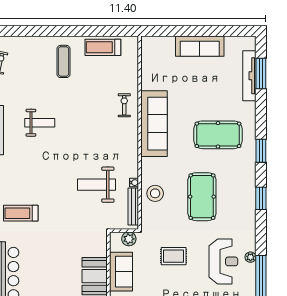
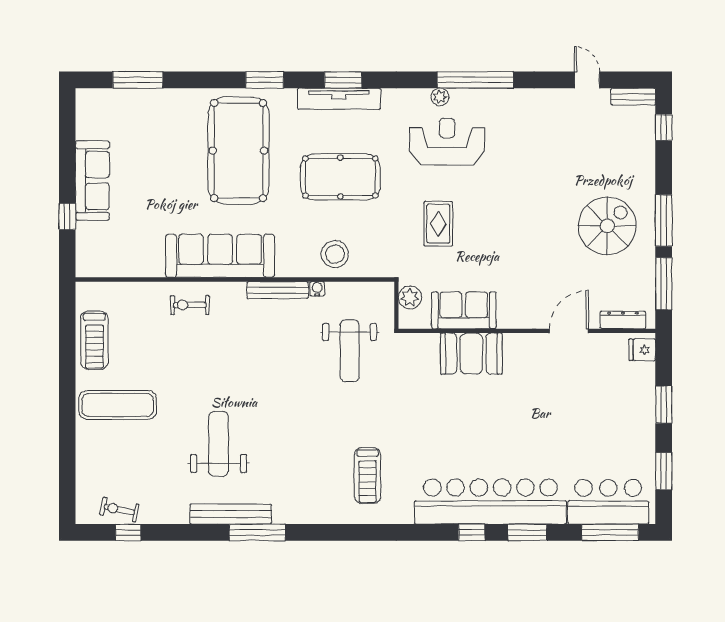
window: (178, 31) -> (67, 216), added
exercise mat: (64, 61) -> (118, 405), width x1.36, depth x1.45
tv unit: (249, 76) -> (339, 99), moved
weight bench: (40, 123) -> (219, 444), width x1.36, depth x1.33
pool table: (218, 135) -> (239, 151), width x1.36, depth x1.32
weight bench: (96, 185) -> (350, 351), moved
bench: (133, 207) -> (278, 290), moved

